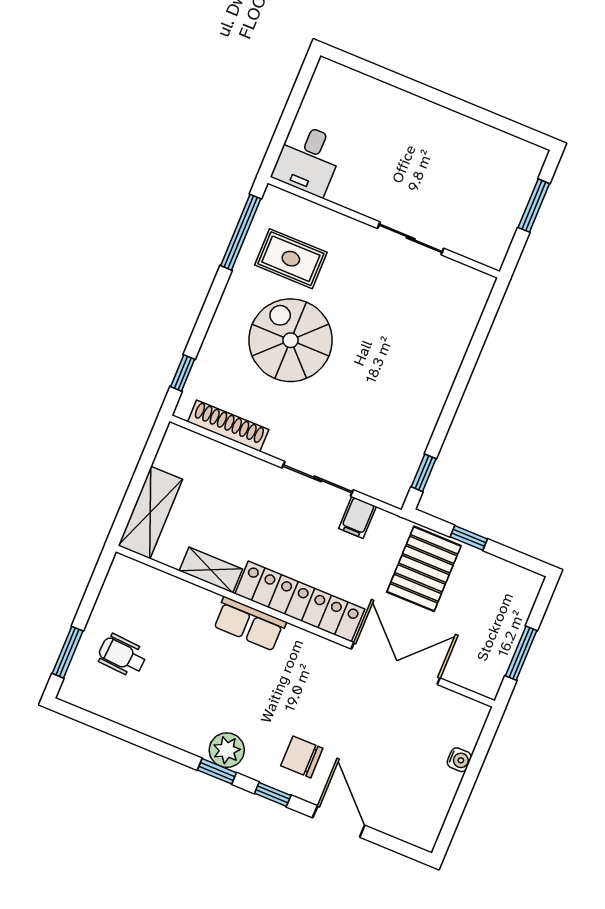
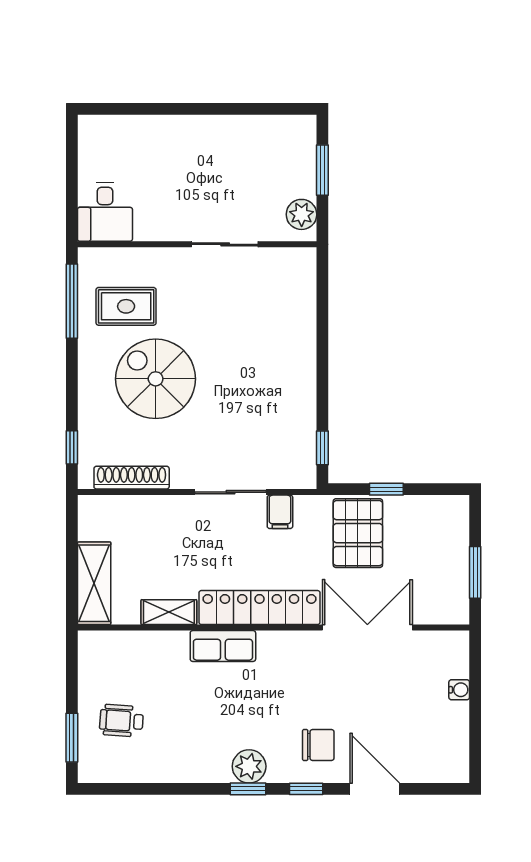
plant: (496, 240) -> (302, 214), added
chair: (302, 757) -> (318, 745), turned 180

